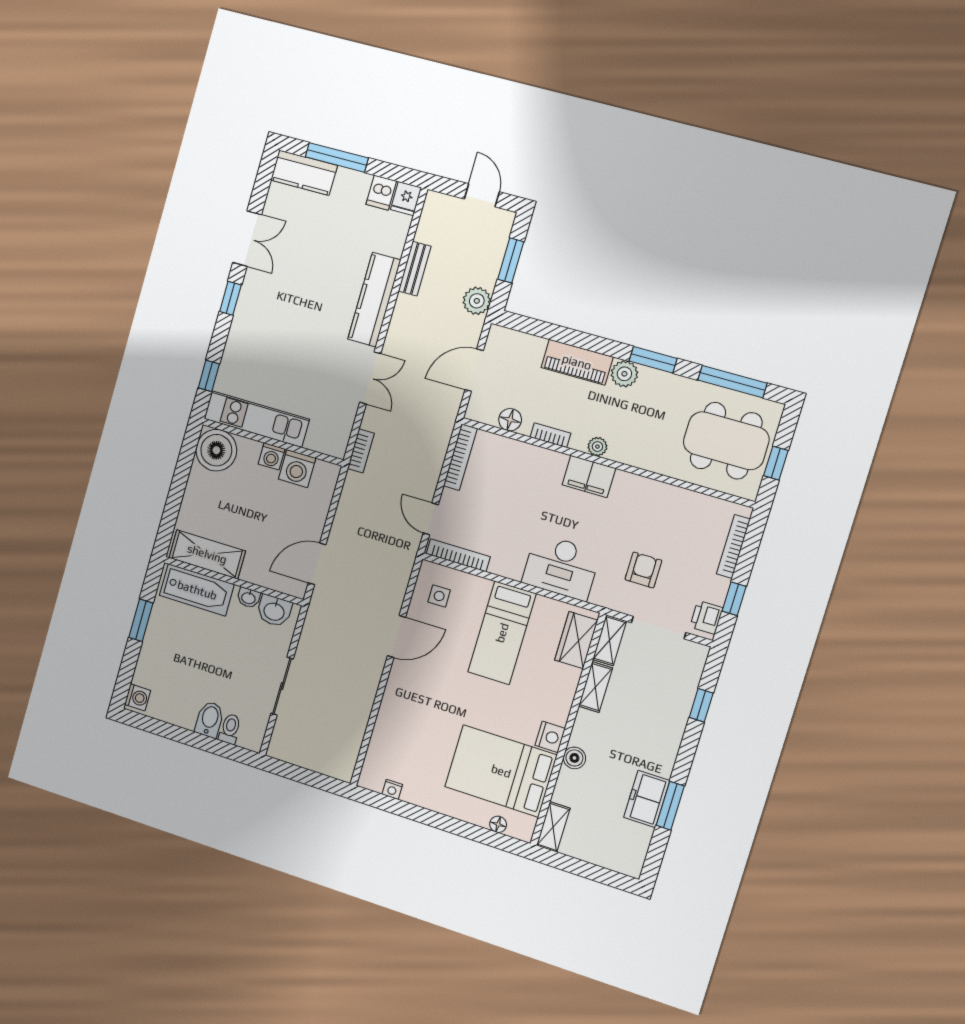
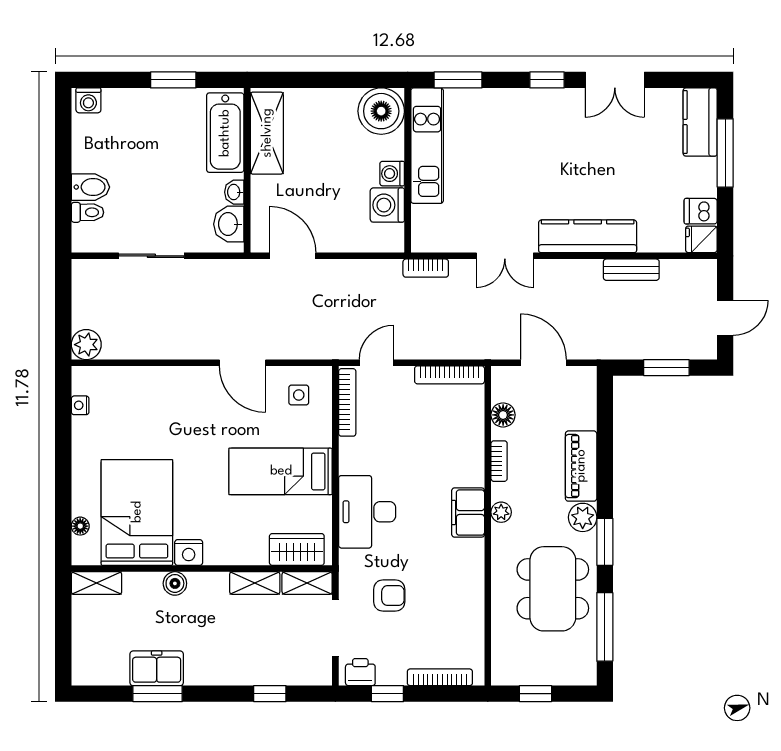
plant: (477, 301) -> (86, 345), moved
window: (209, 376) -> (458, 80), width x1.50
dining table: (726, 441) -> (553, 589), moved

